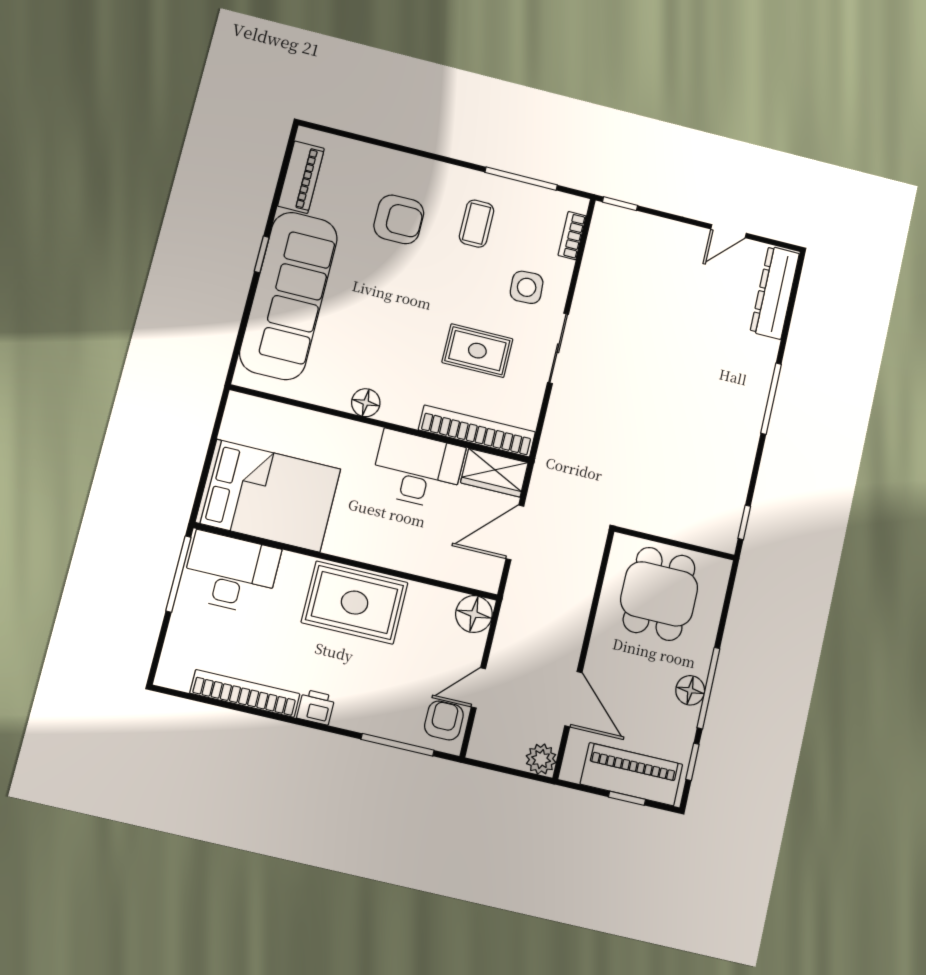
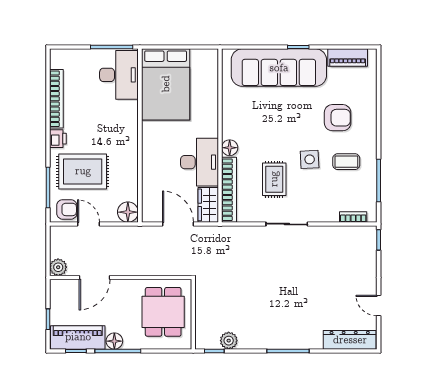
armchair: (399, 219) -> (338, 118), turned -90
side table: (527, 287) -> (310, 159), moved
floor lamp: (366, 403) -> (230, 148), moved
plant: (732, 494) -> (229, 341), added
dining table: (659, 594) -> (163, 312), turned 90
rug: (355, 603) -> (83, 171), moved, turned 90
piano: (631, 774) -> (78, 337), moved, turned -90

